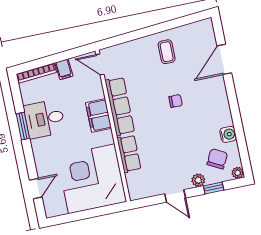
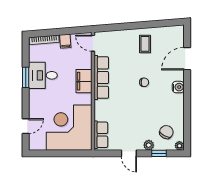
water cooler: (228, 134) -> (178, 87), moved
row of seats: (129, 154) -> (101, 135), moved

